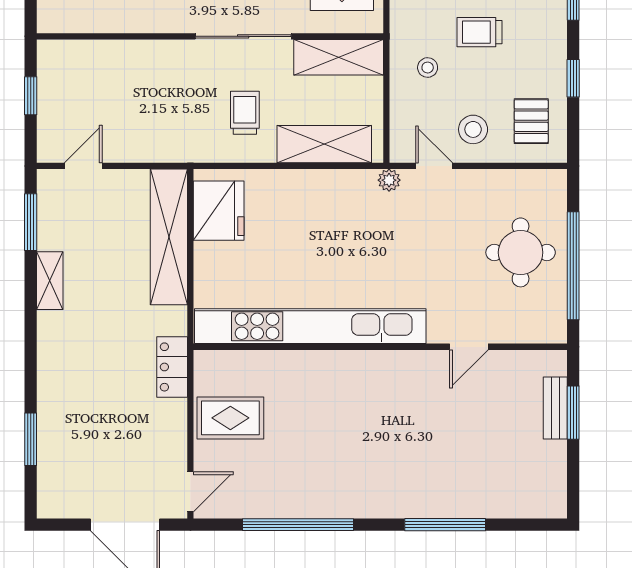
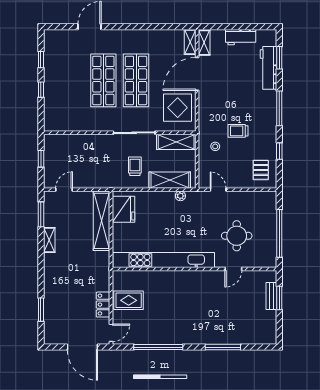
stool: (473, 129) -> (235, 174), removed
plant: (389, 180) -> (180, 196), moved
round table: (521, 252) -> (237, 236), moved
locker: (172, 367) -> (103, 305), moved

